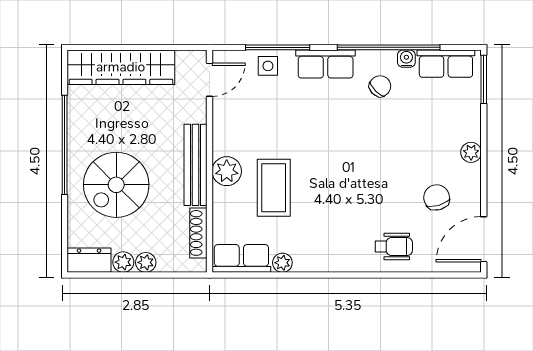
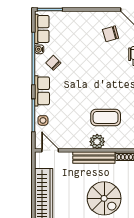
plant: (471, 152) -> (87, 16), removed

